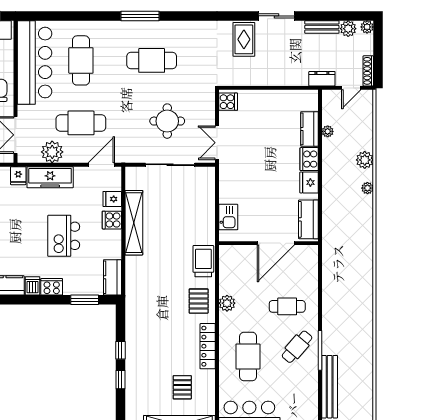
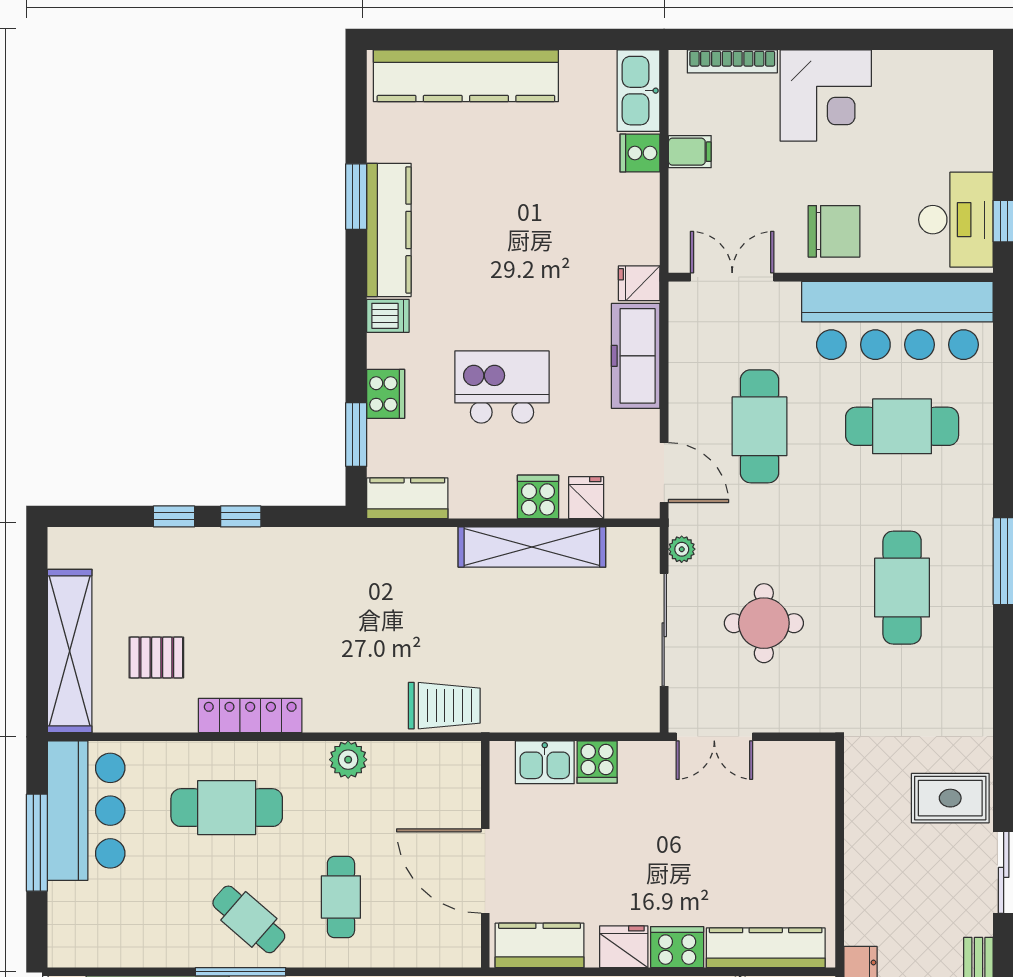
cooker: (228, 102) -> (597, 762), moved
kitchen counter: (309, 129) -> (766, 948), width x1.50
double door: (217, 143) -> (714, 737), swing flipped
plant: (52, 152) -> (682, 549), moved, width x0.53, depth x0.53
cooker: (52, 287) -> (386, 394), moved
pallet: (199, 301) -> (353, 695), removed

